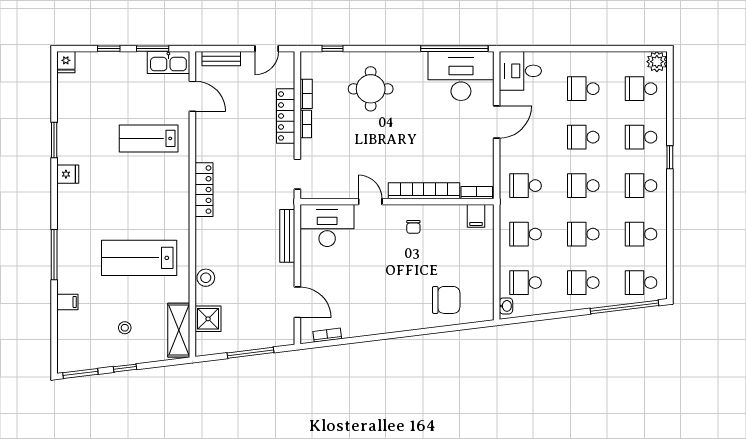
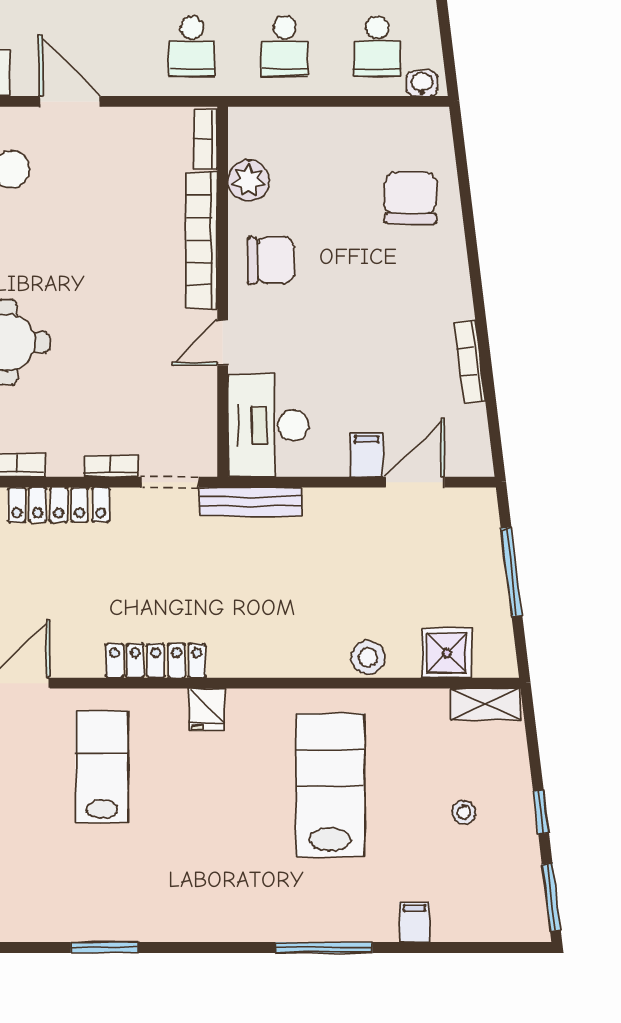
bookcase: (306, 124) -> (111, 466), moved
lab bench: (149, 138) -> (102, 767), turned 180
fridge: (68, 174) -> (207, 709), moved, turned 180
locker: (204, 190) -> (156, 661), moved
plant: (455, 215) -> (249, 181), added
filing cabinet: (476, 216) -> (367, 455), moved, turned -90
chair: (413, 227) -> (271, 260), width x1.87, depth x1.87
bench: (287, 236) -> (250, 502), moved
lab bench: (139, 258) -> (330, 785), turned 180
shelving: (179, 330) -> (485, 704), width x0.67, depth x0.75
bookcase: (327, 335) -> (470, 361), moved, width x1.56

